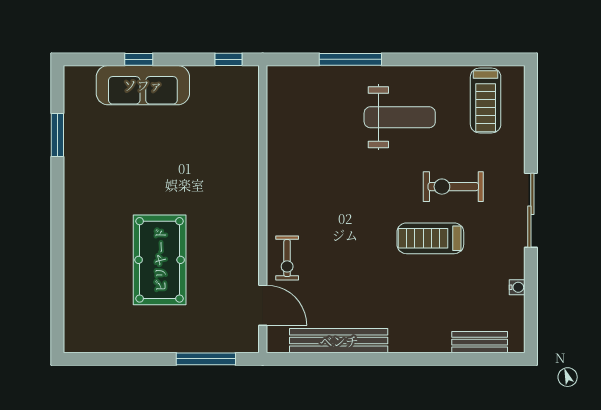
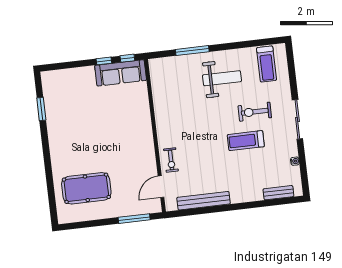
window: (139, 59) -> (104, 61), moved
sofa: (143, 85) -> (121, 73), moved
pool table: (160, 260) -> (86, 188), moved, turned 90
door: (263, 305) -> (161, 187), swing flipped

